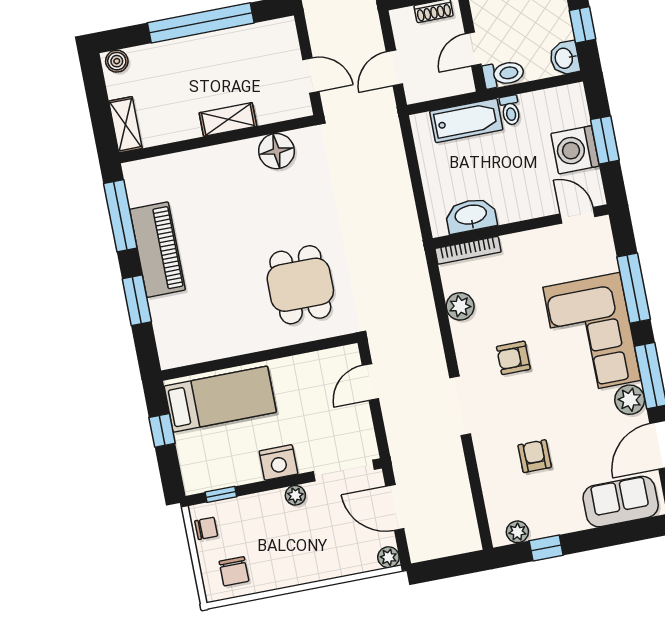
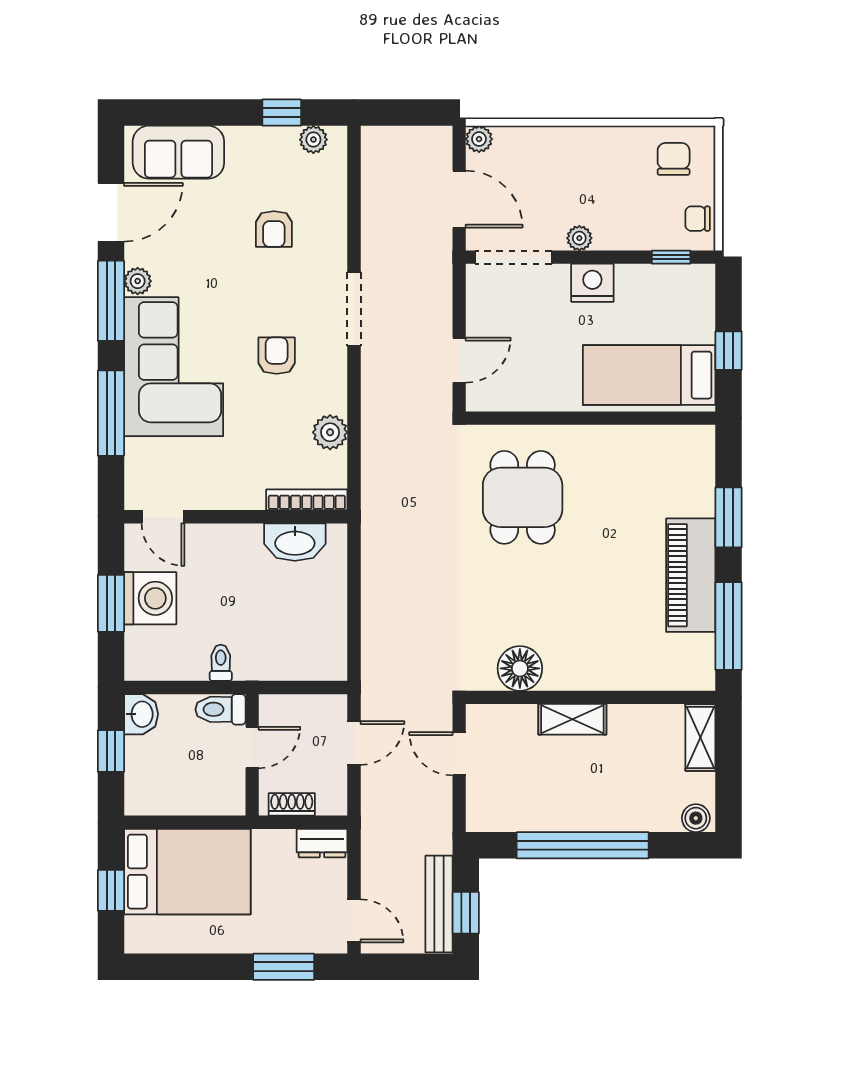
bathtub: (466, 121) -> (278, 661), removed
armchair: (513, 358) -> (277, 356), turned -90
plant: (630, 400) -> (138, 281), width x0.73, depth x0.73

